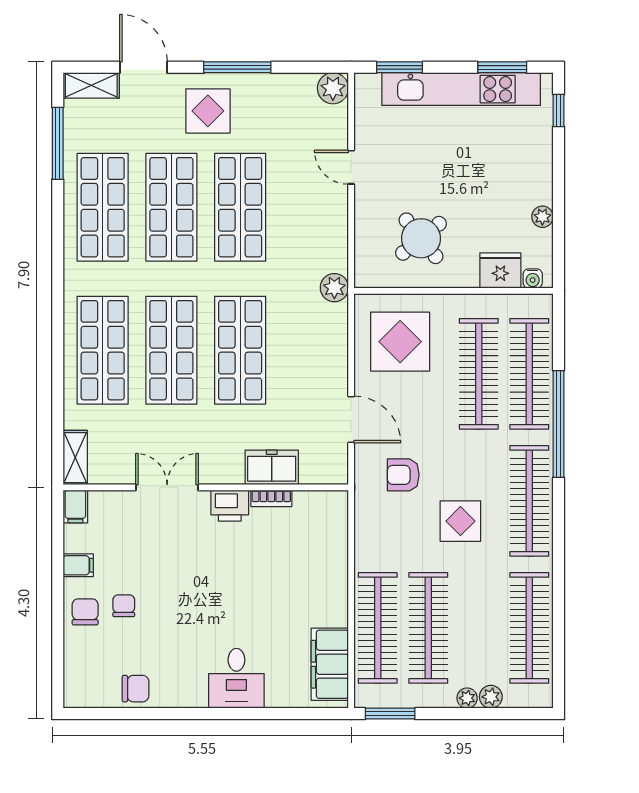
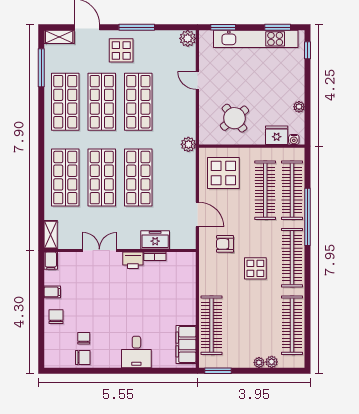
chair: (124, 606) -> (84, 338), moved
clothes rail: (428, 628) -> (238, 325), removed

